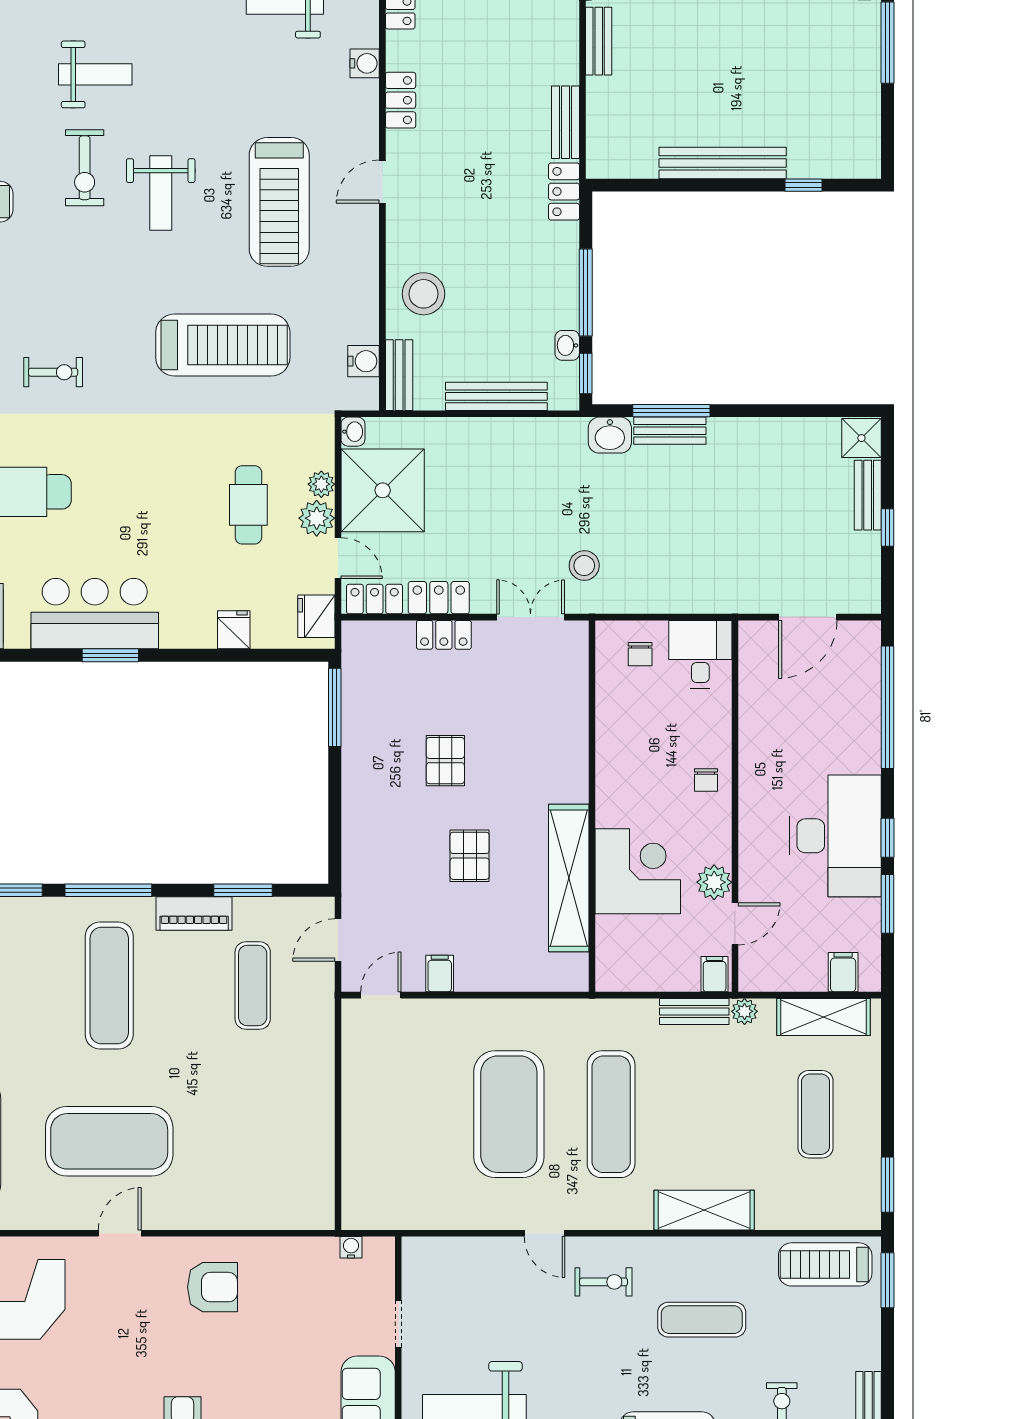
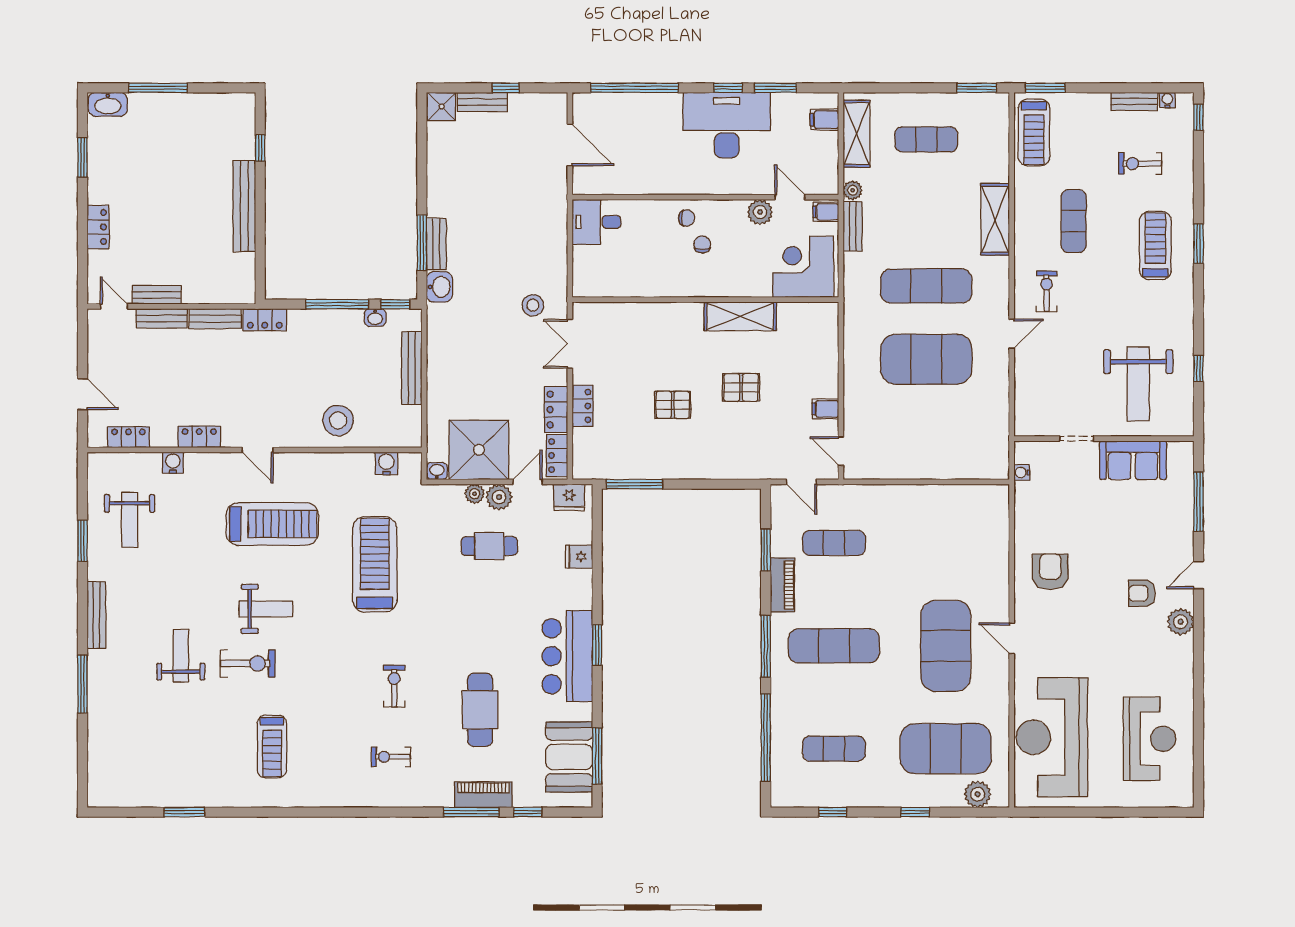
bench: (399, 375) -> (162, 318), moved
chair: (640, 654) -> (702, 244), moved, turned -90
corner desk: (638, 871) -> (803, 267), moved
shelving: (569, 878) -> (740, 316), width x0.68

